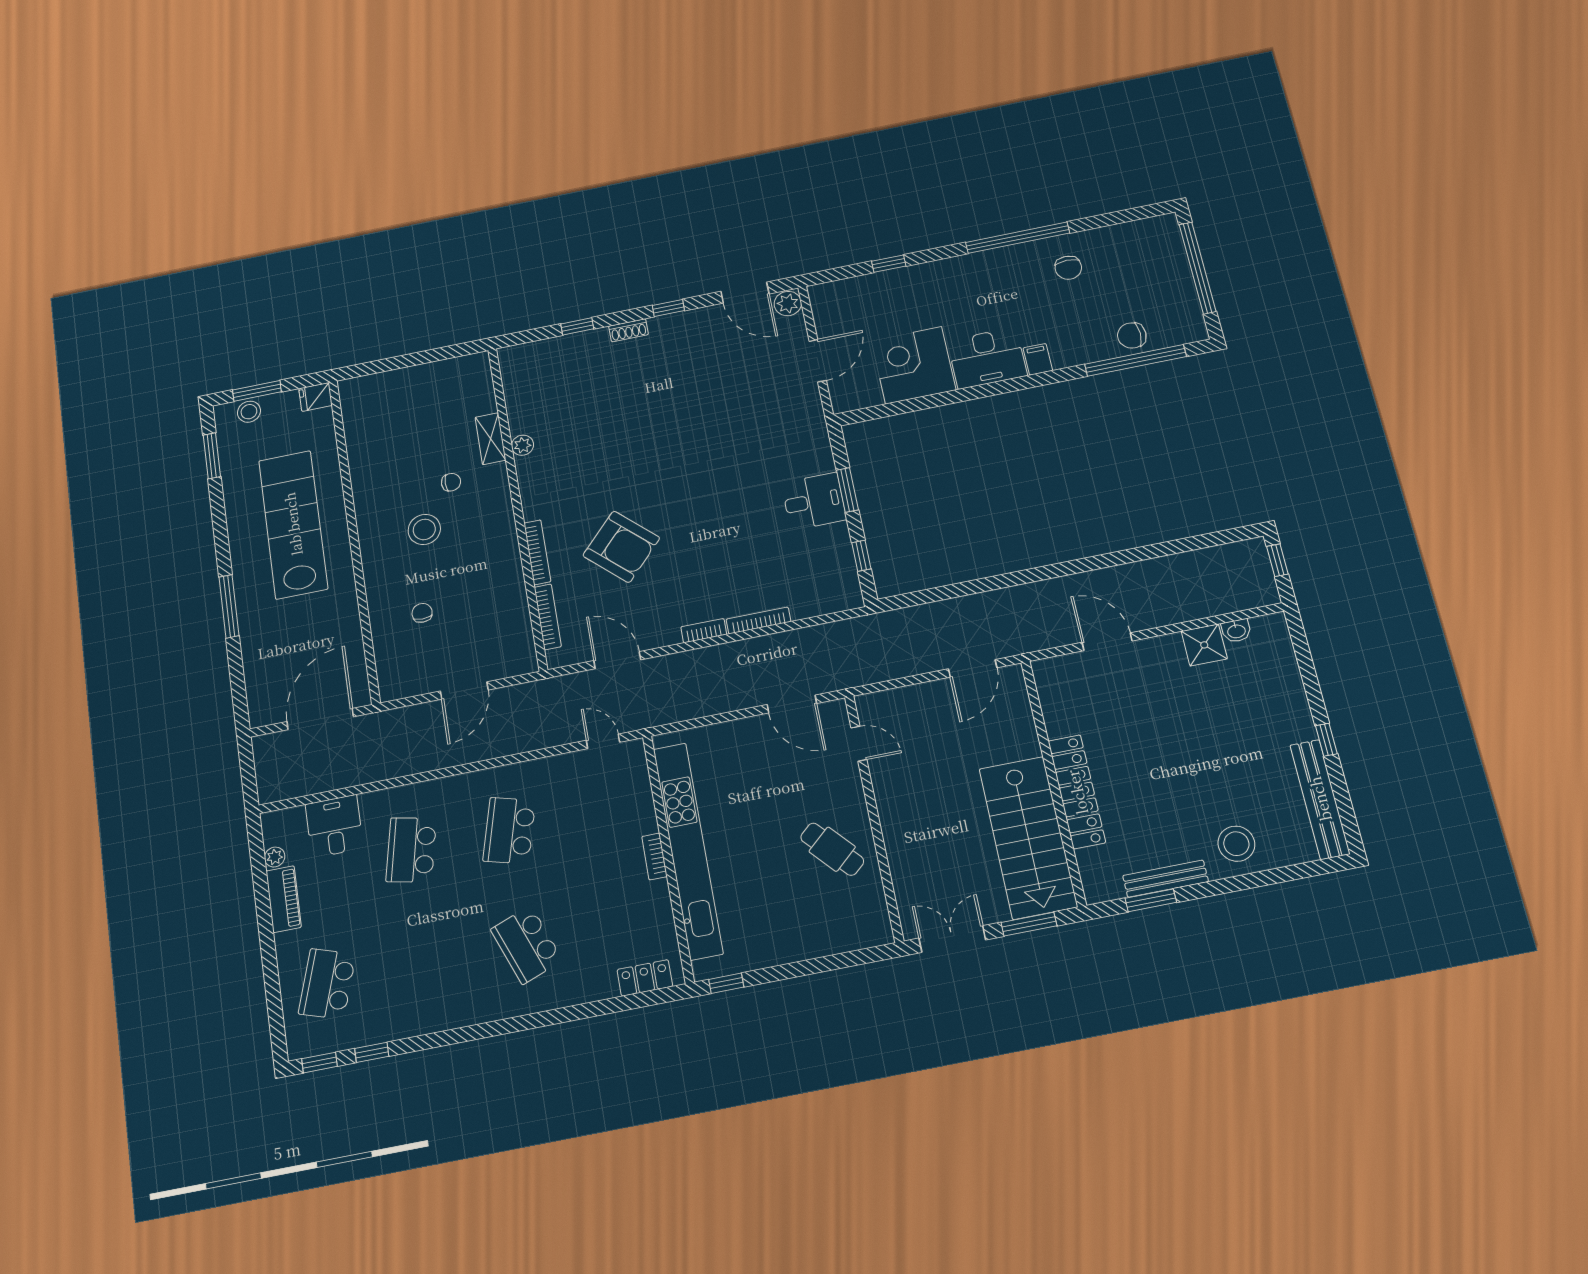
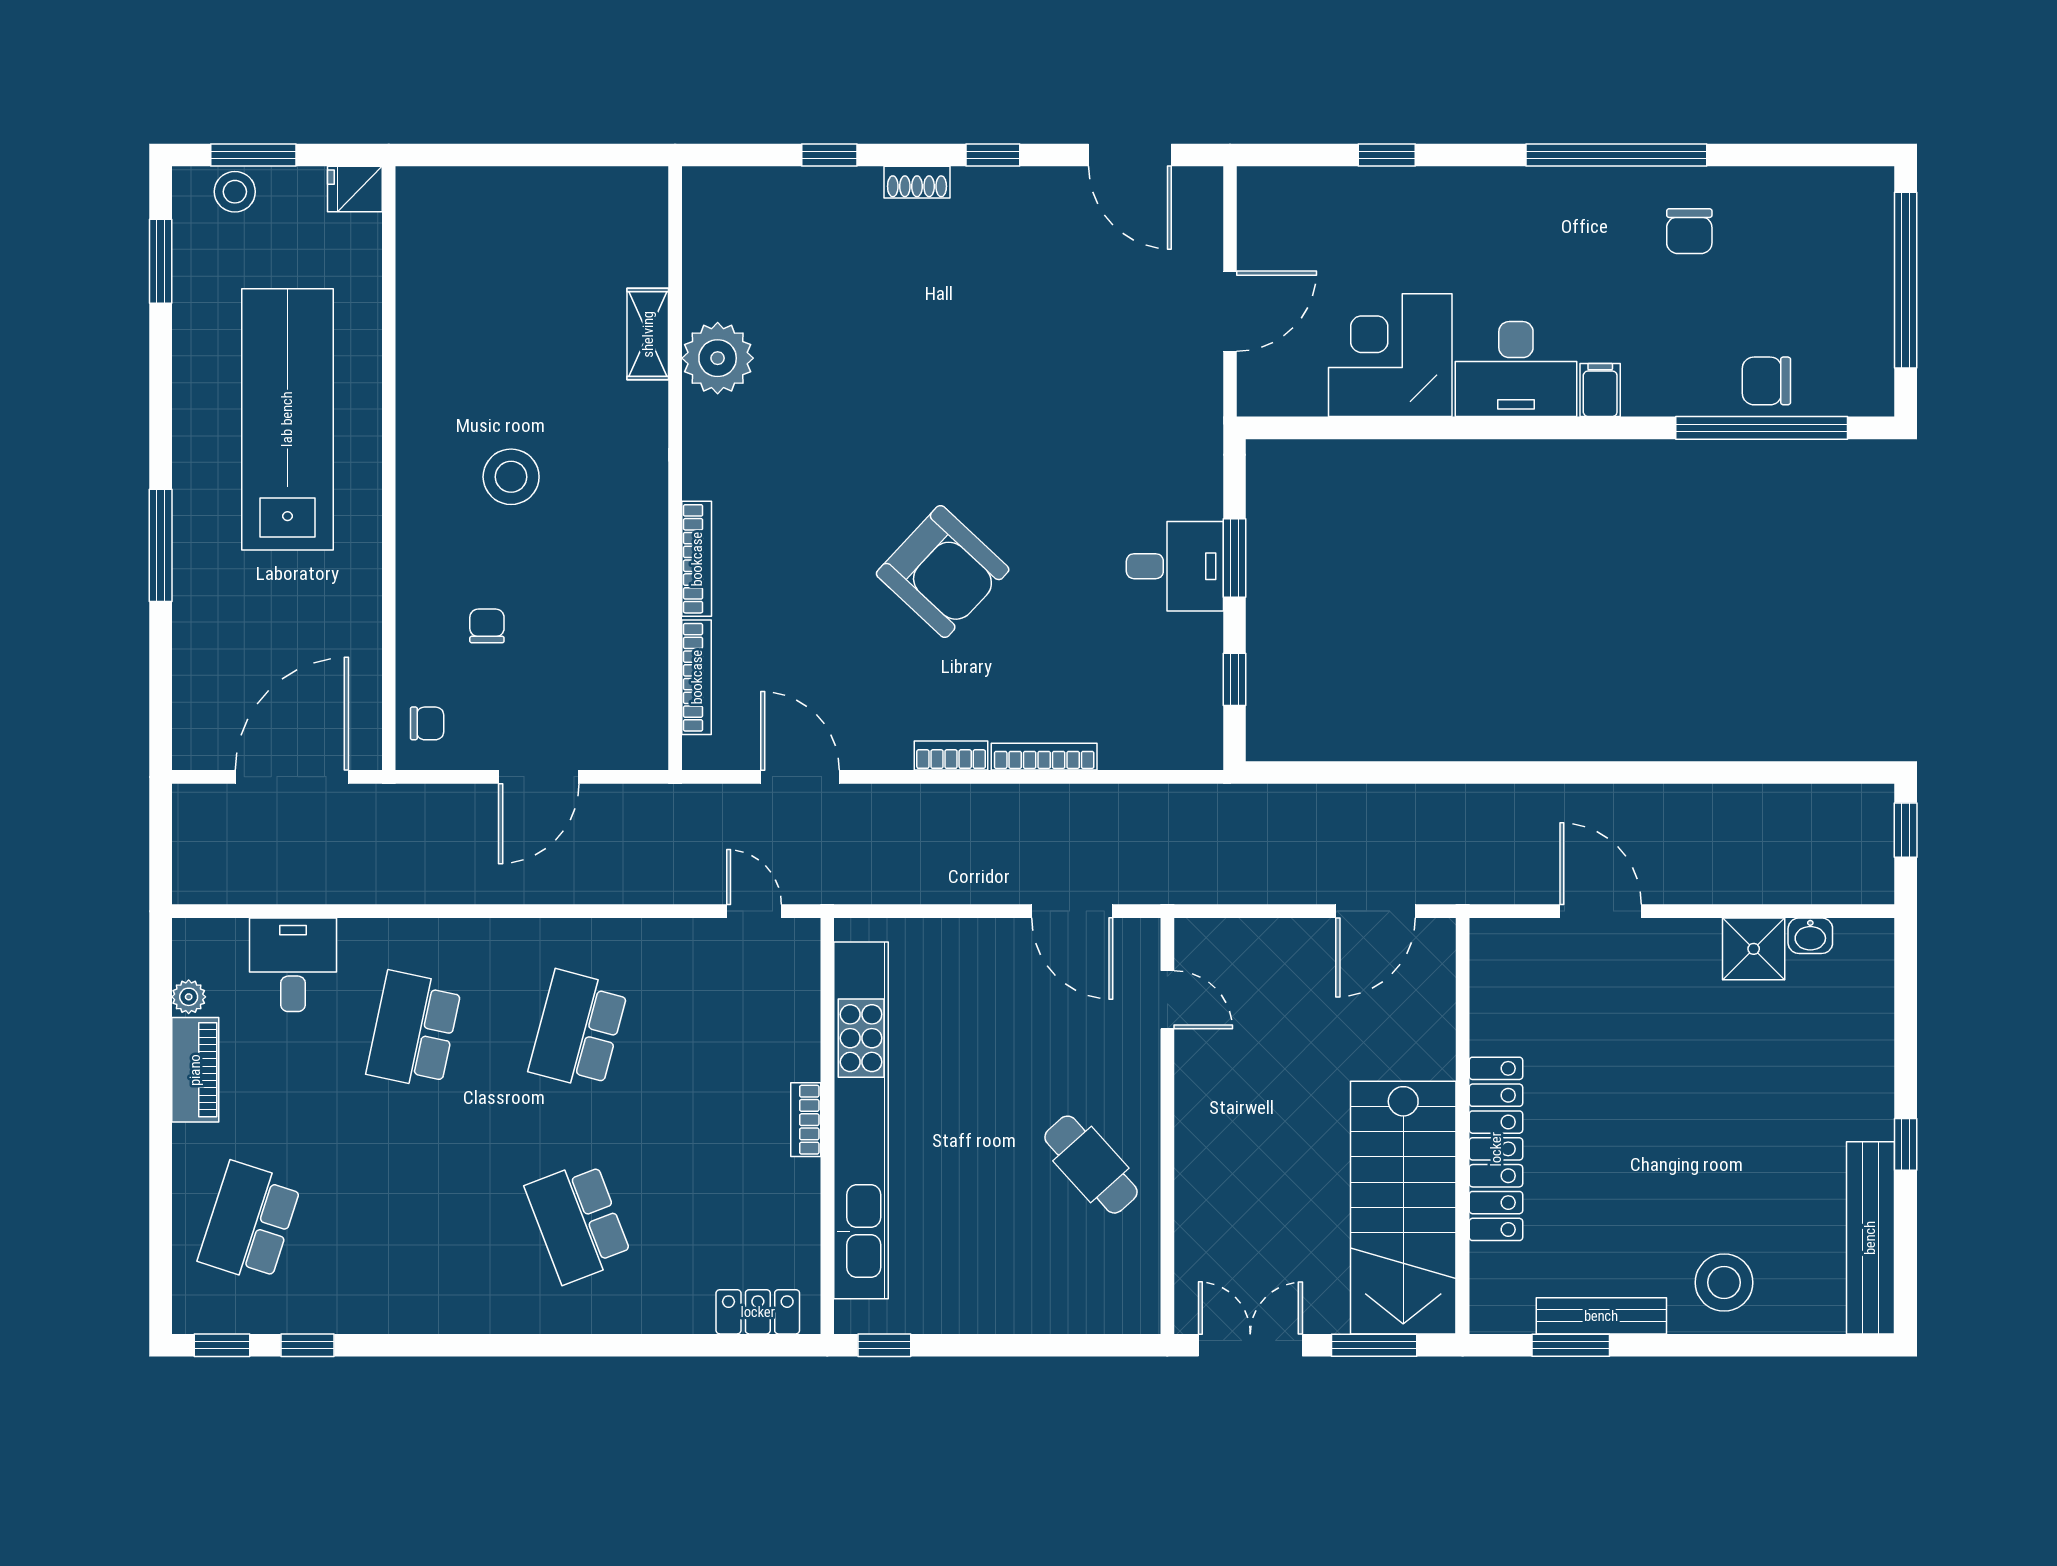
plant: (788, 303) -> (1200, 192), removed
plant: (523, 445) -> (718, 358), width x1.87, depth x1.87
chair: (451, 482) -> (427, 723), moved
armchair: (621, 547) -> (943, 571), moved

